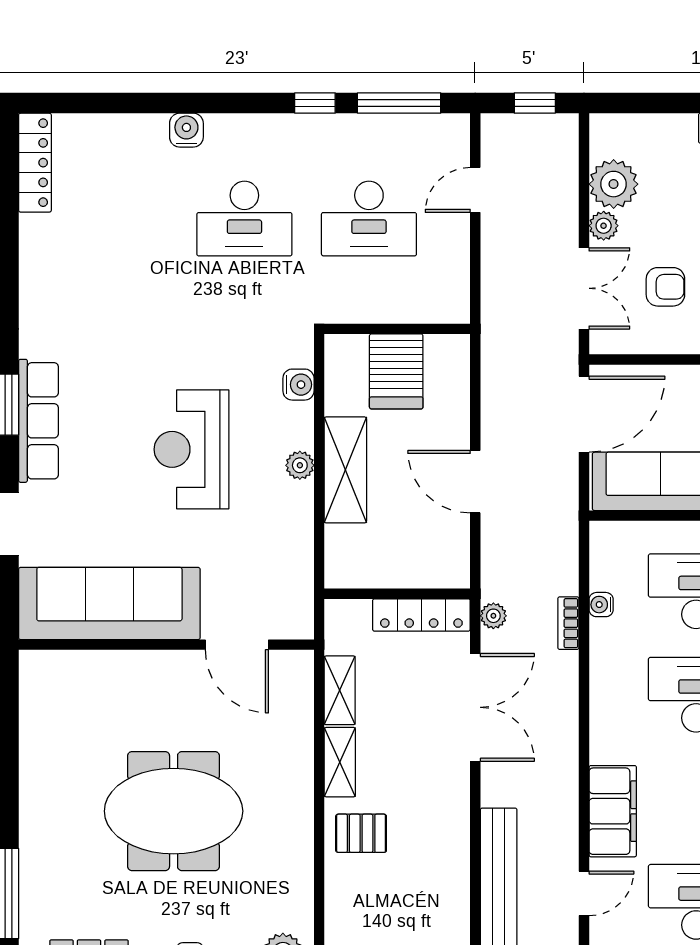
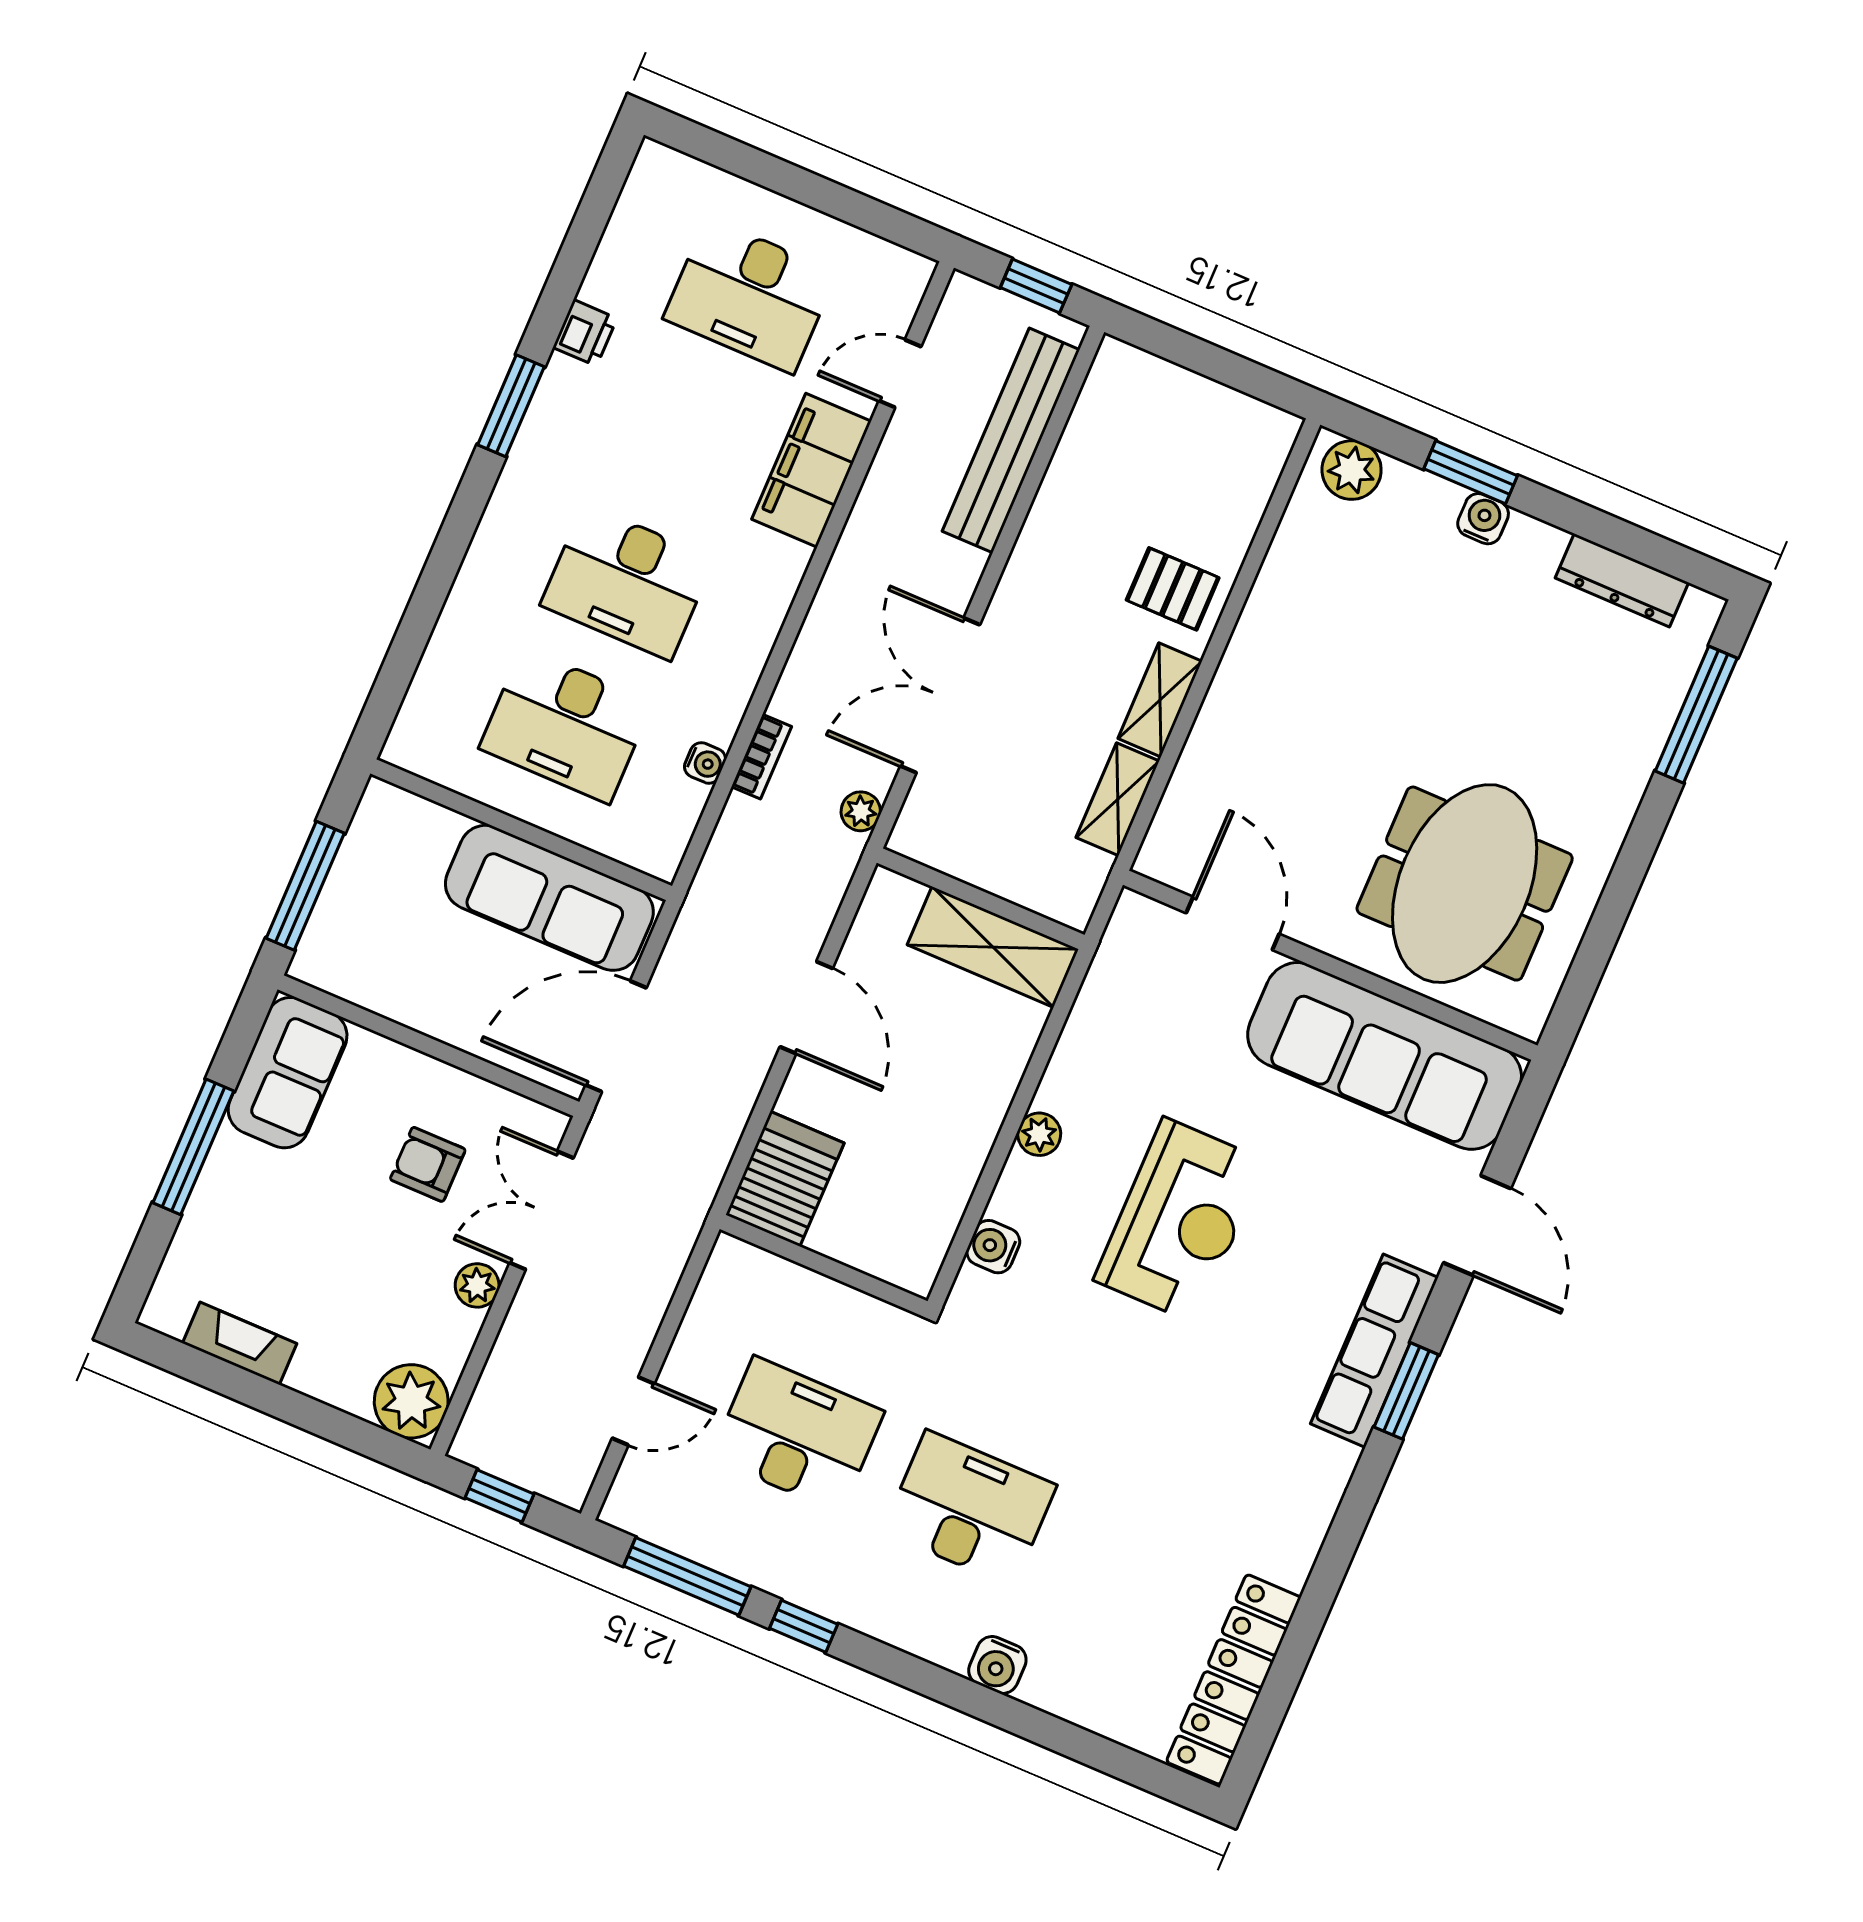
locker: (35, 163) -> (1234, 1679), width x1.41, depth x1.21
plant: (614, 184) -> (411, 1401), moved
server rack: (396, 371) -> (785, 1179), moved
shelving: (345, 470) -> (993, 947), moved, turned 90
locker: (421, 615) -> (960, 855), removed
meeting table: (174, 811) -> (1465, 884), moved, turned 90

